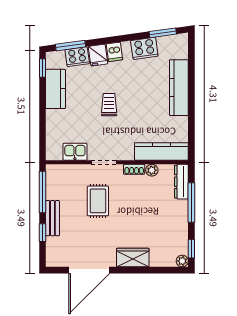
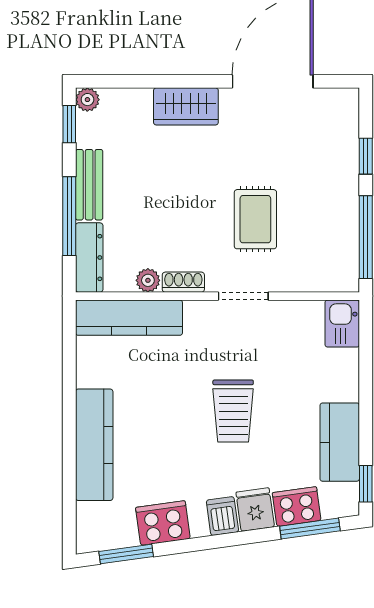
trolley: (109, 105) -> (233, 411), width x1.36, depth x1.39
kitchen sink: (75, 152) -> (342, 324), moved, turned 90
bench: (52, 218) -> (89, 185), moved

